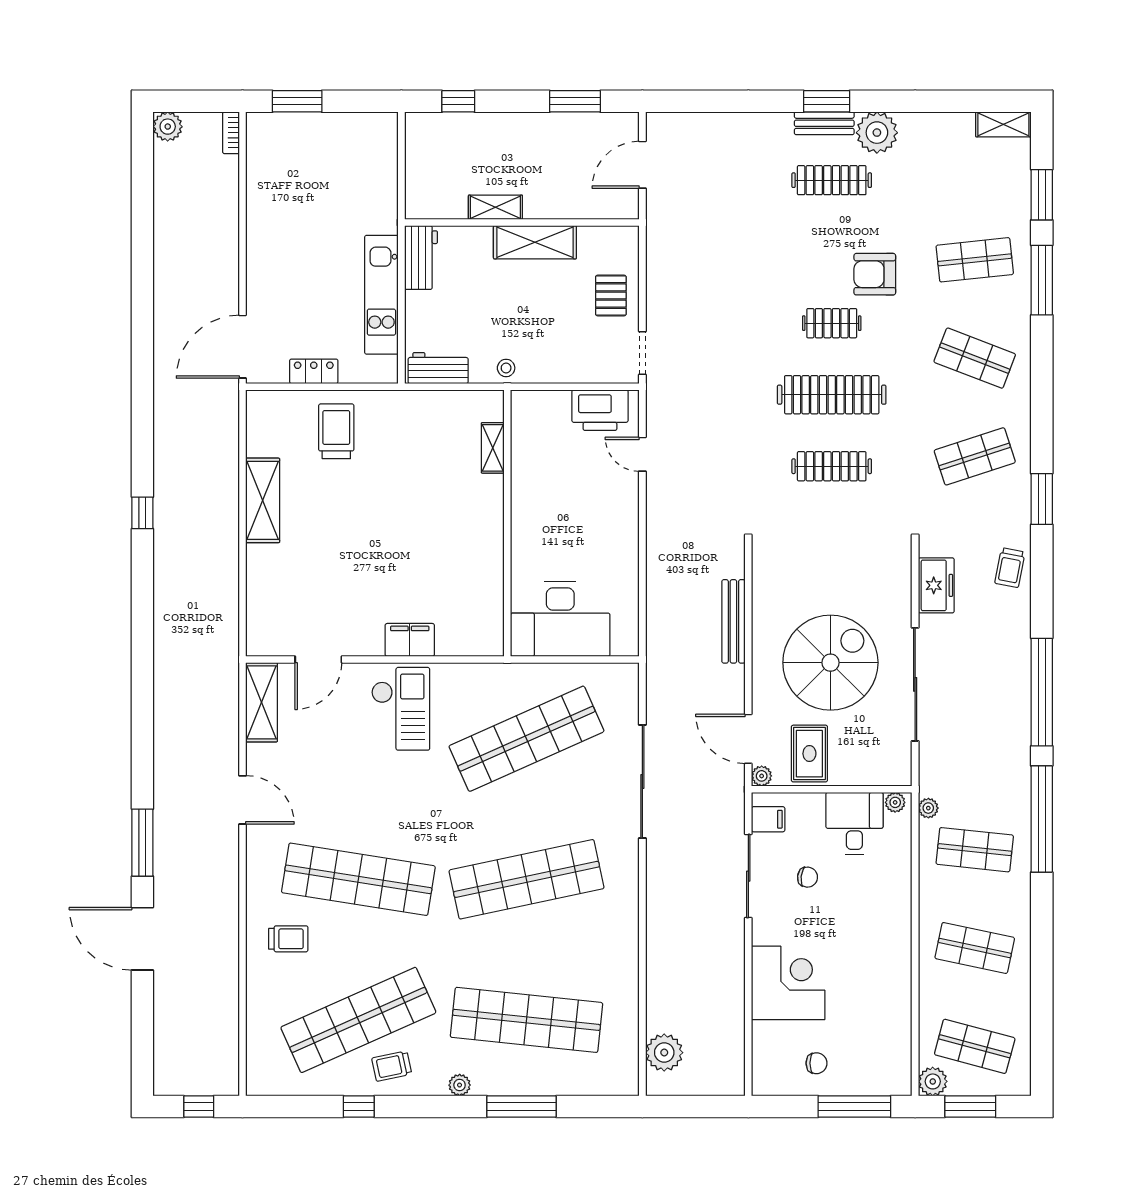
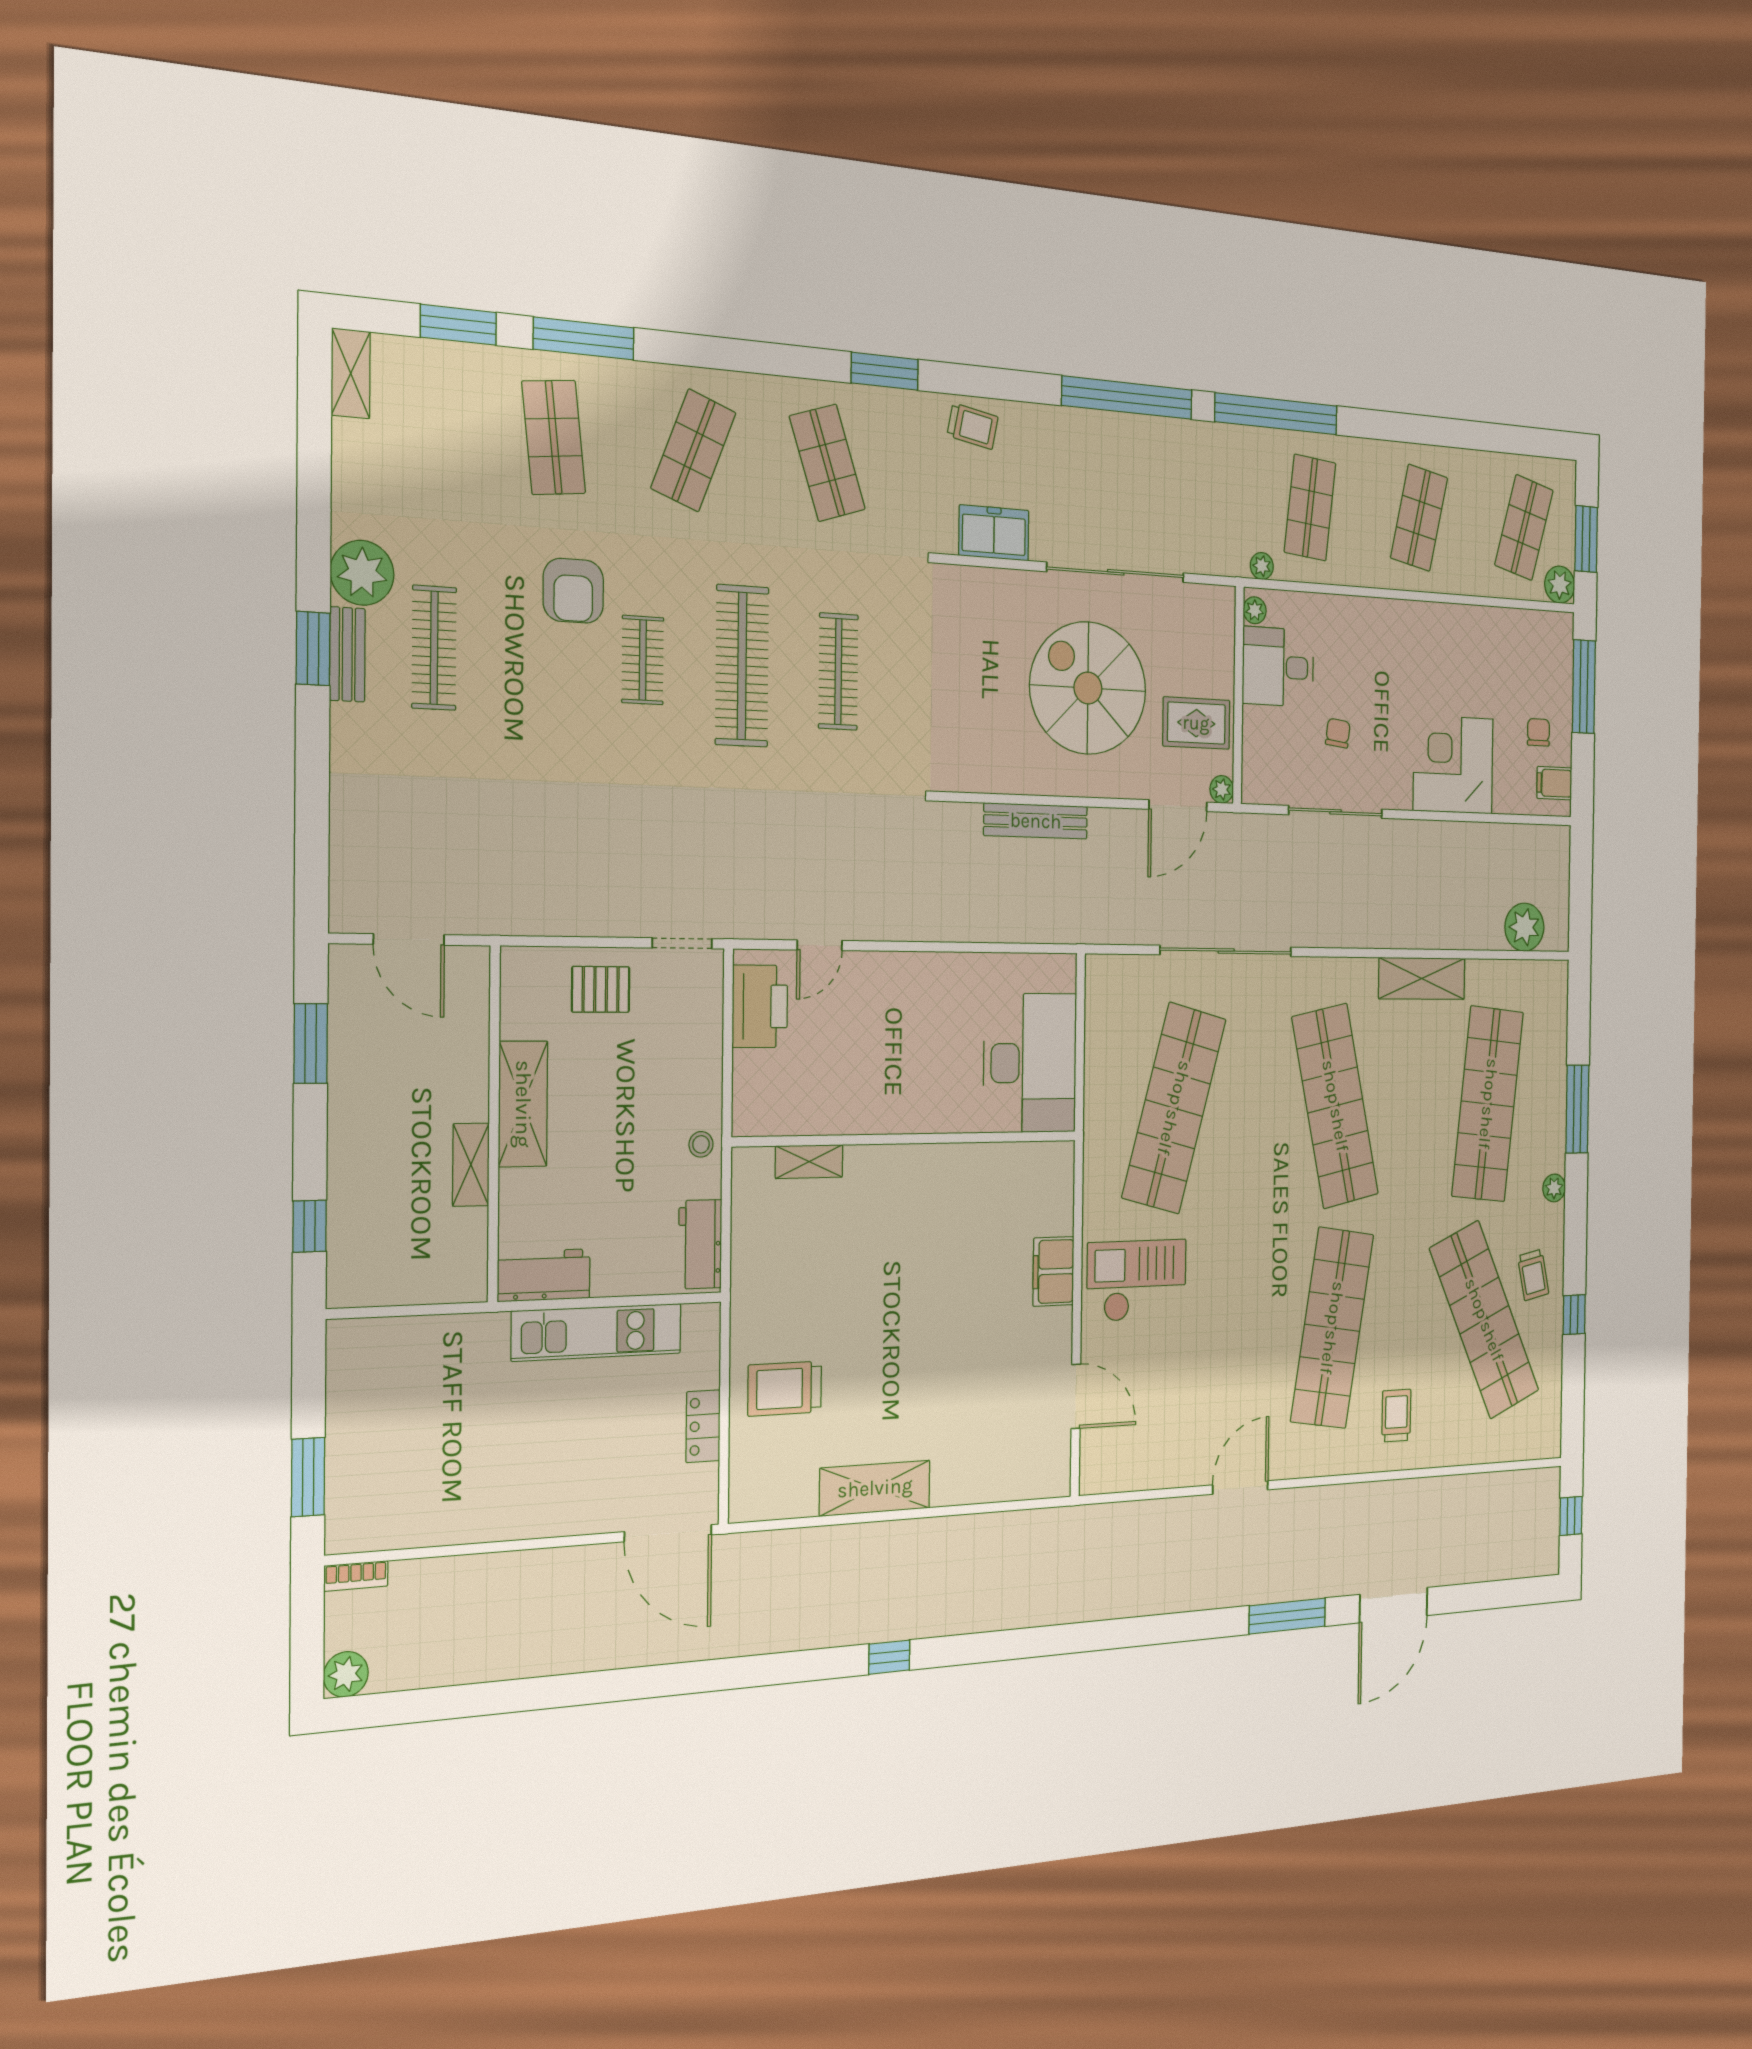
shelving: (262, 702) -> (1422, 979), moved
shop shelf: (526, 739) -> (1174, 1108), turned 39
filing cabinet: (768, 819) -> (1554, 783), moved, turned -90

